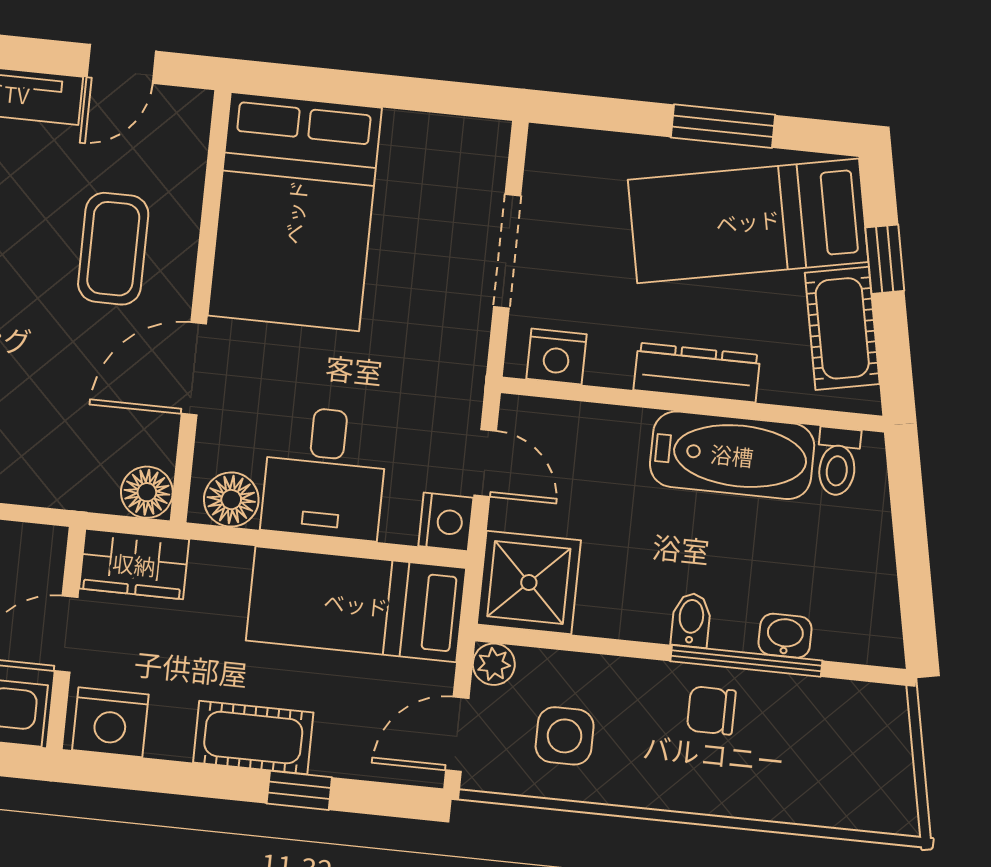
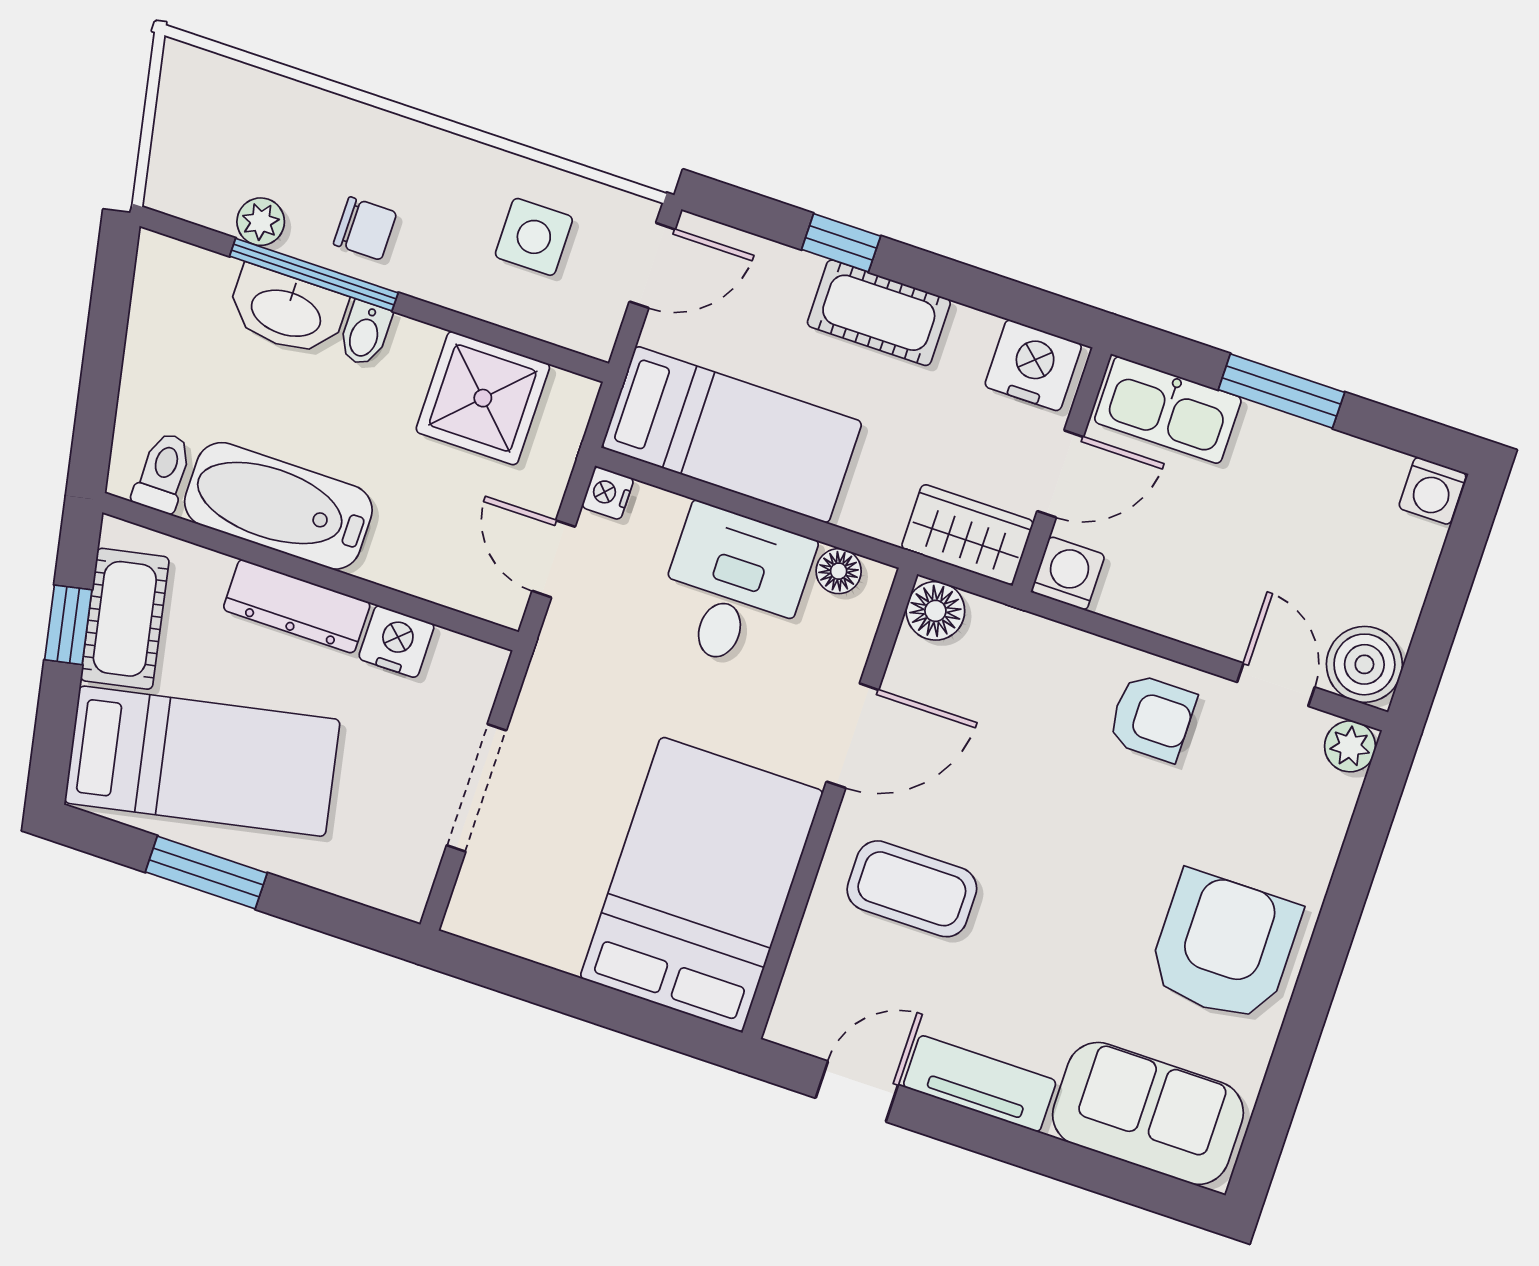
coffee table: (113, 249) -> (912, 889), turned 90
window: (885, 259) -> (68, 625), moved
nightstand: (557, 357) -> (396, 641), moved
floor lamp: (231, 500) -> (839, 571), width x0.73, depth x0.73
nightstand: (446, 522) -> (608, 493), width x0.72, depth x0.74
washing machine: (40, 550) -> (1068, 573), added
shower: (529, 582) -> (483, 398), moved
washbasin: (785, 636) -> (287, 311), width x1.91, depth x1.45
plant: (494, 664) -> (261, 222), moved

